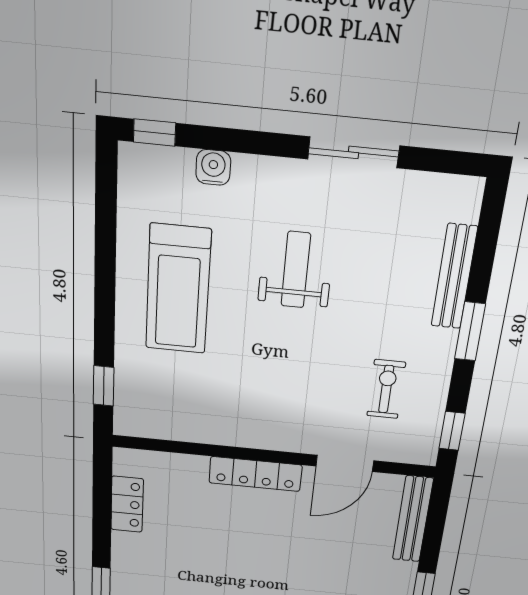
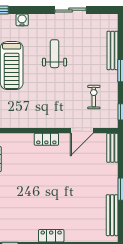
locker: (255, 474) -> (46, 139), width x0.66
bench: (413, 519) -> (112, 148), width x0.73

